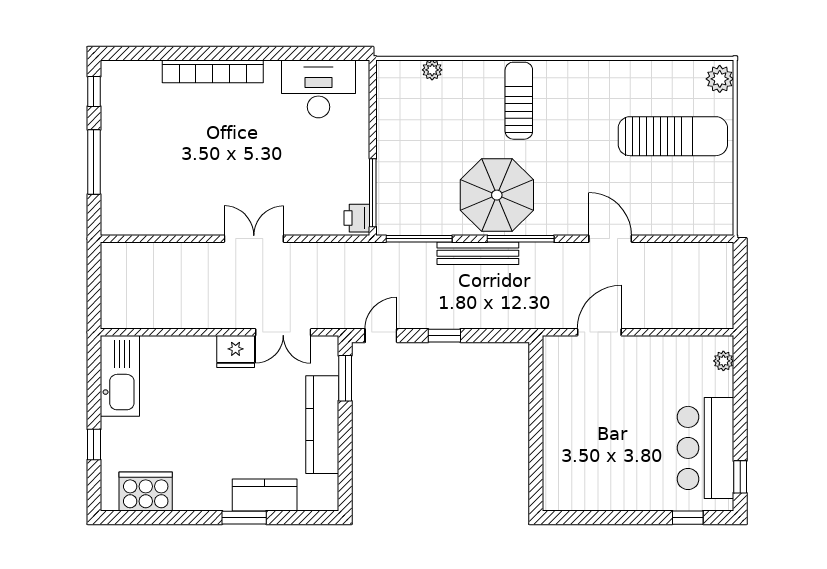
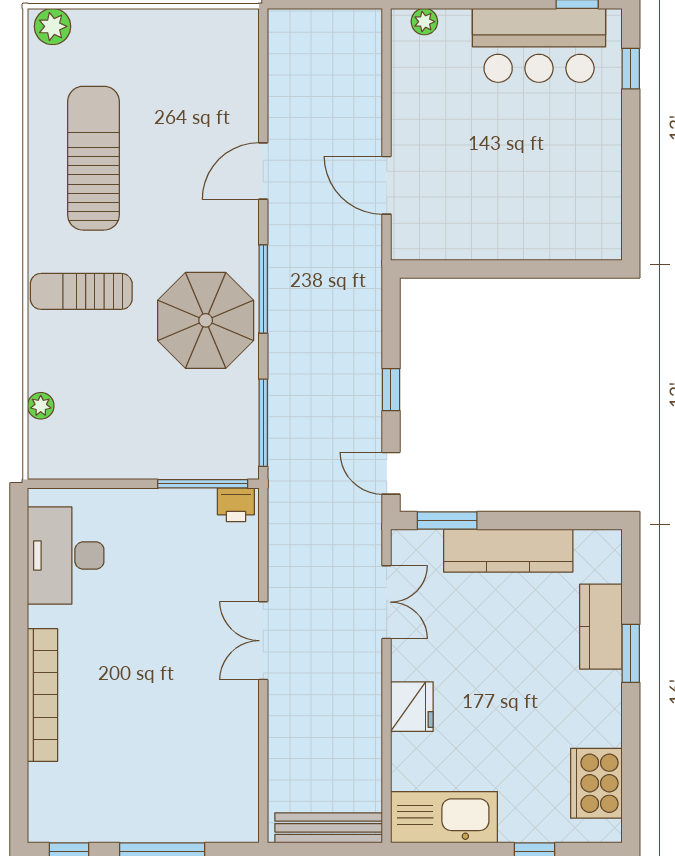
sun lounger: (673, 136) -> (93, 158), moved
bench: (478, 253) -> (329, 828), moved, turned 90
fridge: (236, 352) -> (412, 707), moved

